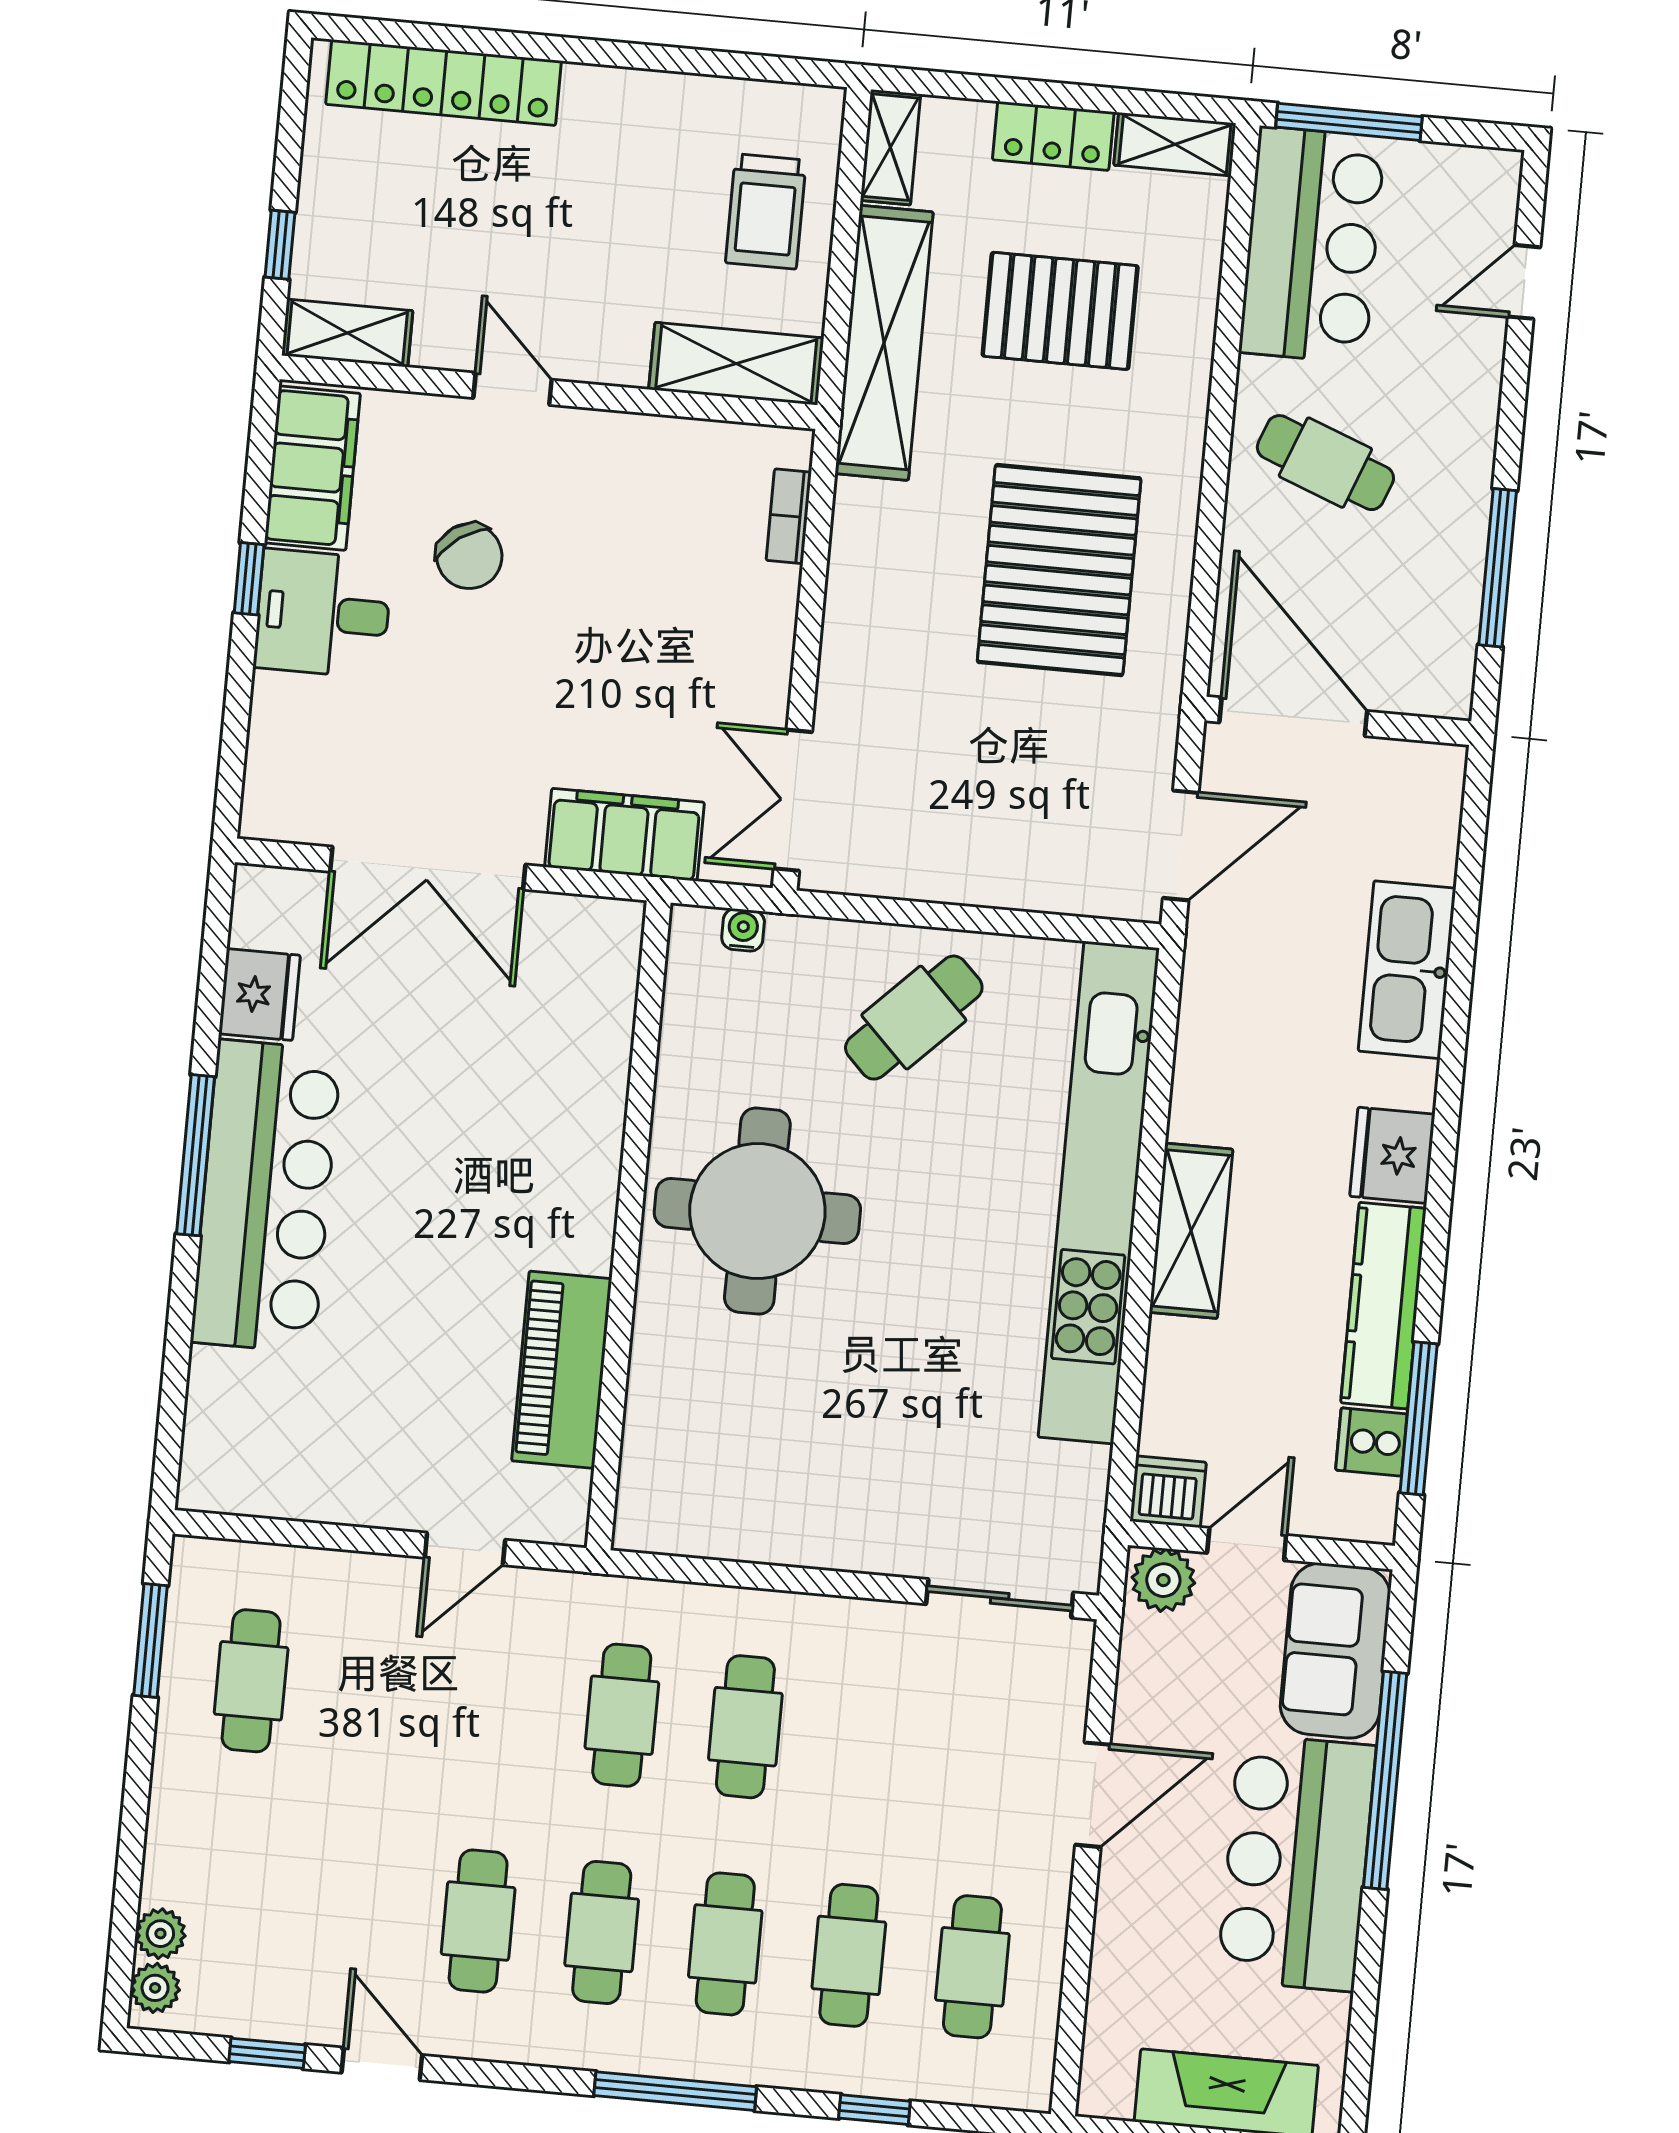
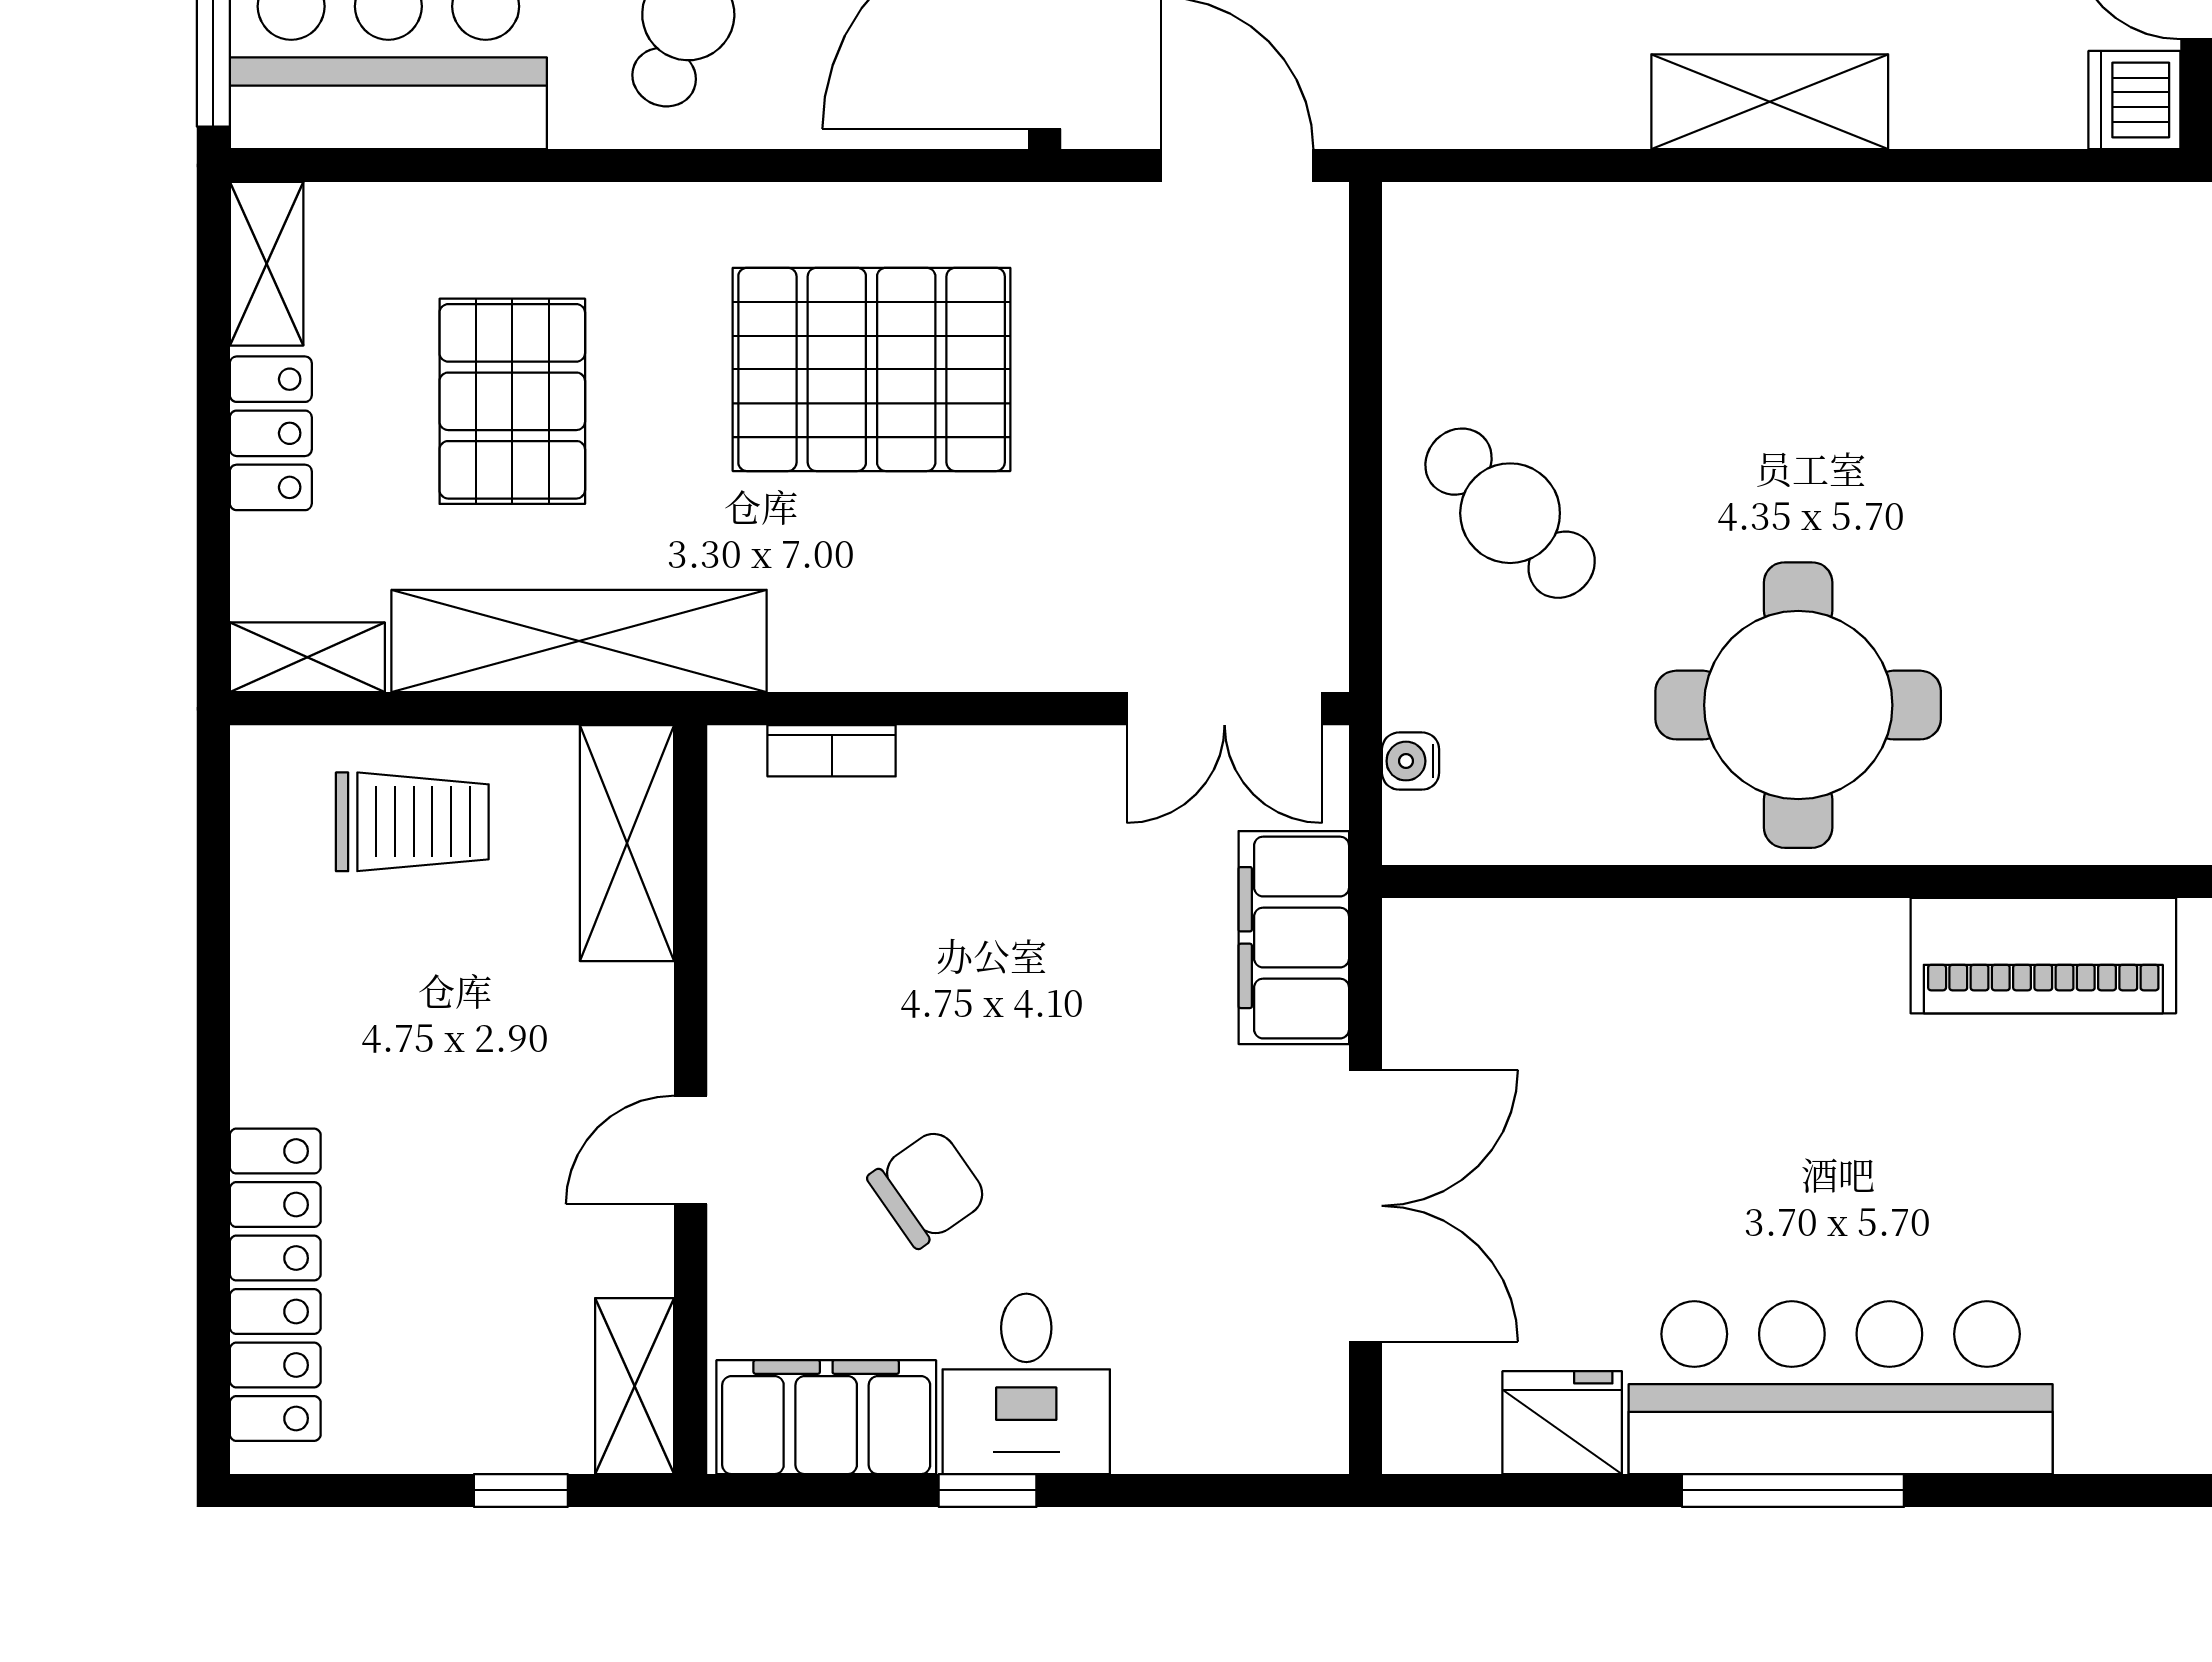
kitchen unit: (1099, 1193) -> (1729, 235), removed

